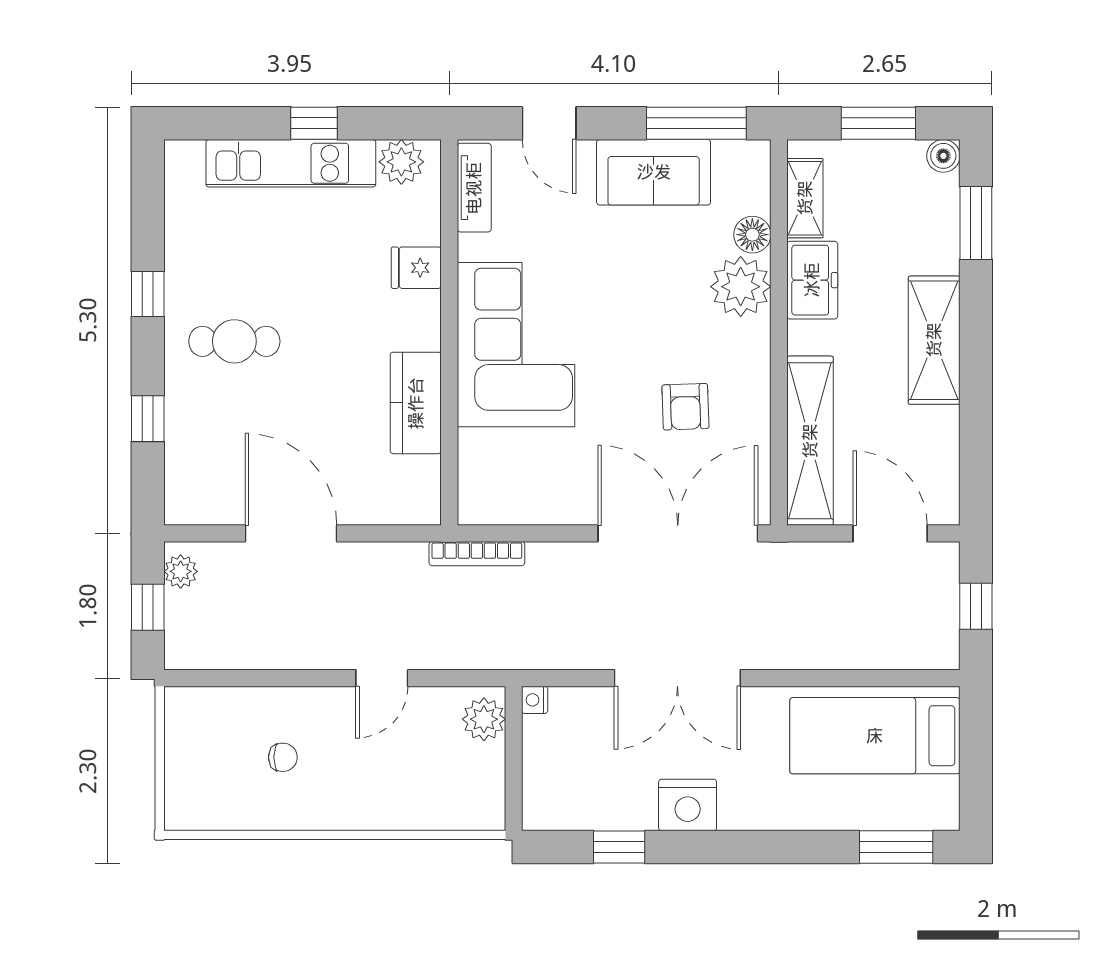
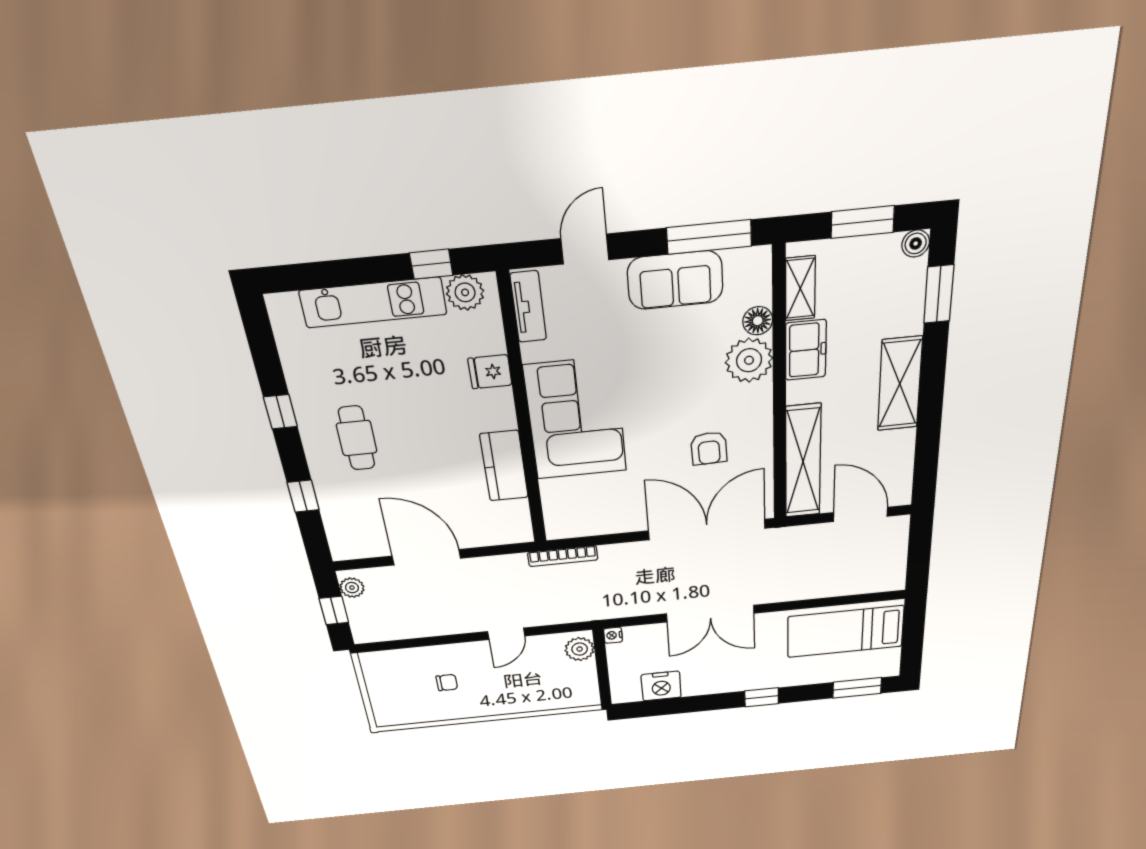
window: (314, 123) -> (431, 264), moved
door: (549, 123) -> (585, 249), swing flipped
cafe table: (234, 341) -> (357, 438), turned 90
window: (976, 606) -> (919, 552), removed
nightstand: (688, 805) -> (661, 686), moved
window: (619, 847) -> (762, 697), moved

